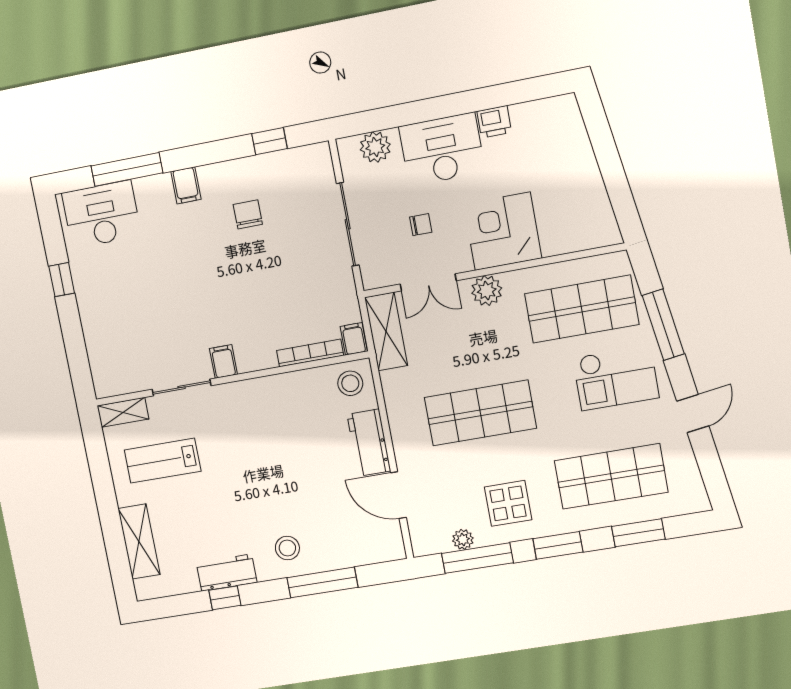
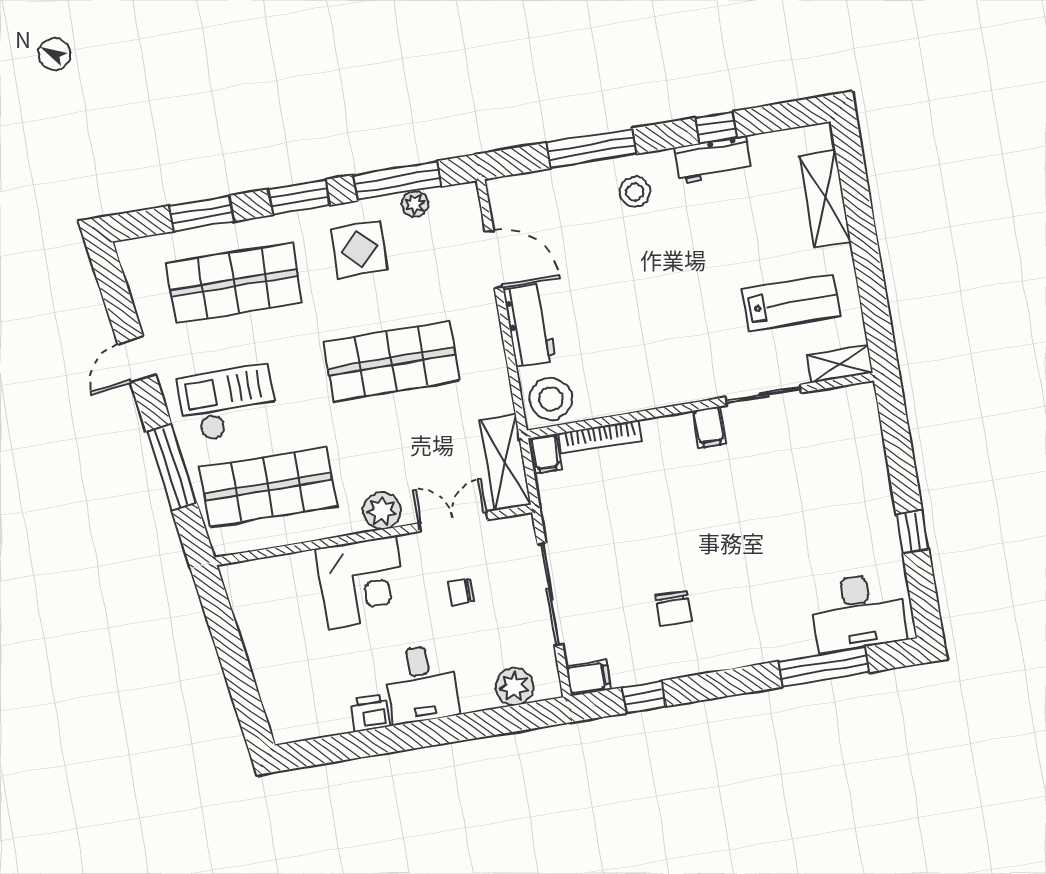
desk: (442, 149) -> (421, 684), width x0.73
filing cabinet: (186, 185) -> (589, 678), moved, turned 90
stool: (350, 383) -> (551, 399), width x1.38, depth x1.38

